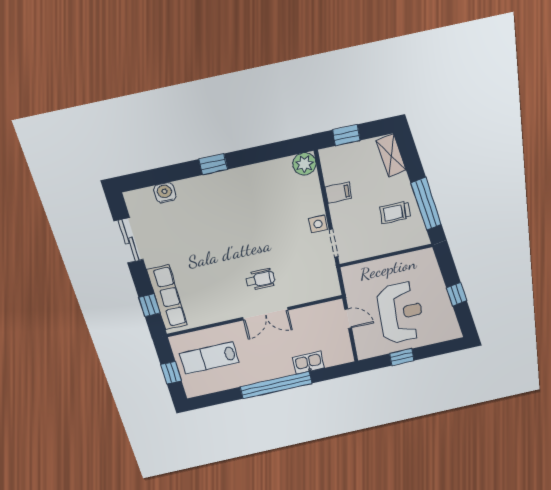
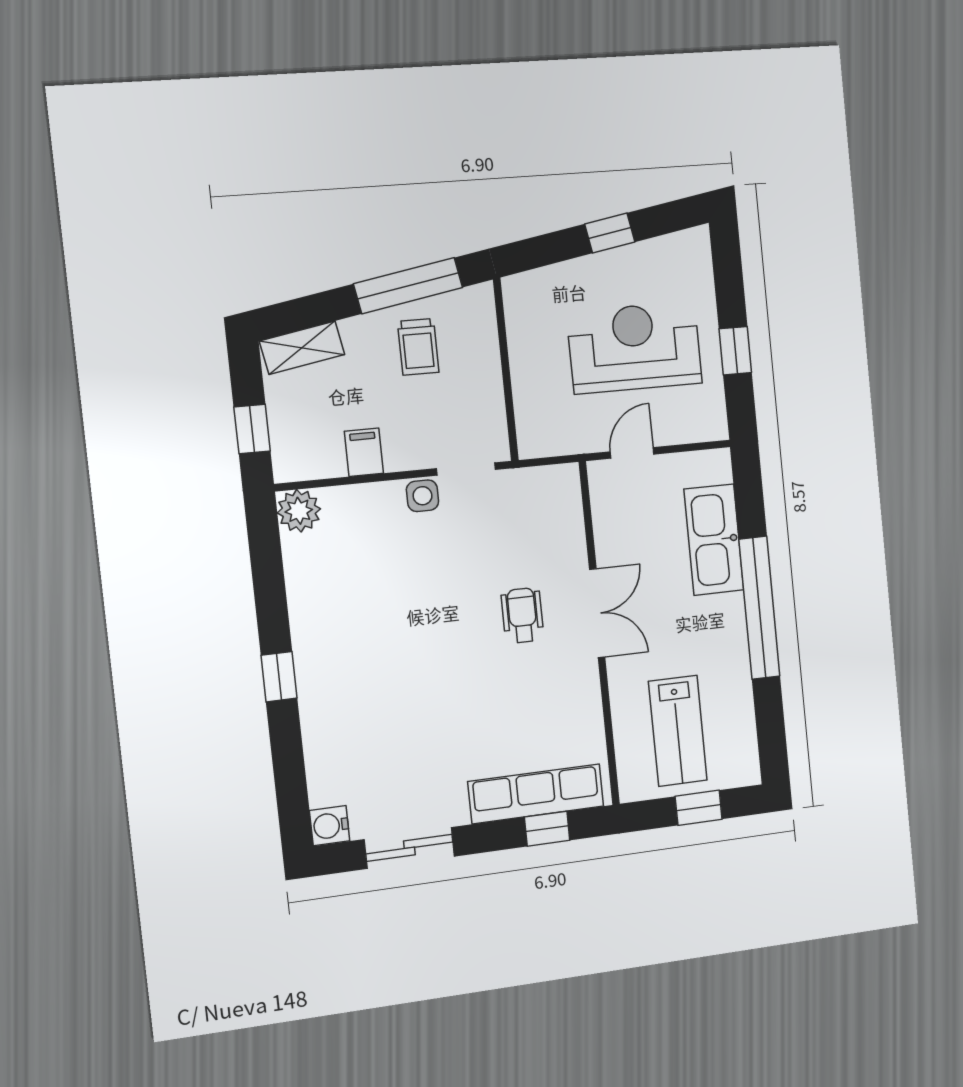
water cooler: (165, 193) -> (330, 826), moved
kitchen sink: (308, 363) -> (714, 540), width x1.87, depth x1.24

